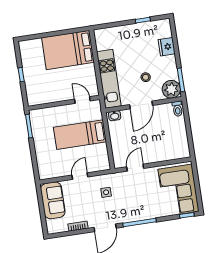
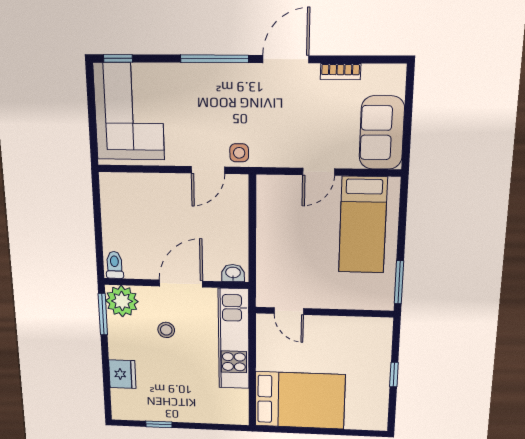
bed: (80, 135) -> (363, 225), moved, turned 90
side table: (106, 192) -> (239, 153), moved

